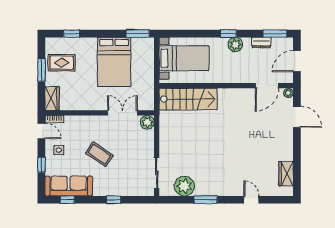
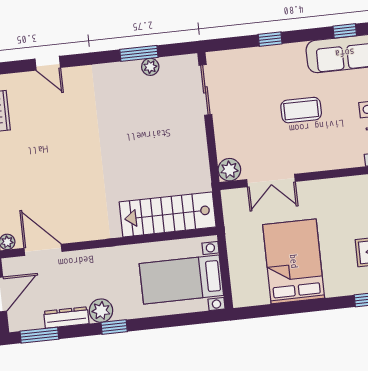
window: (138, 34) -> (260, 311), removed
dresser: (261, 43) -> (66, 318), width x1.44
door: (267, 86) -> (43, 250), hinge flipped
coffee table: (99, 154) -> (301, 110), turned -34
plant: (184, 186) -> (150, 67), width x0.53, depth x0.53
window: (206, 200) -> (139, 53), moved

